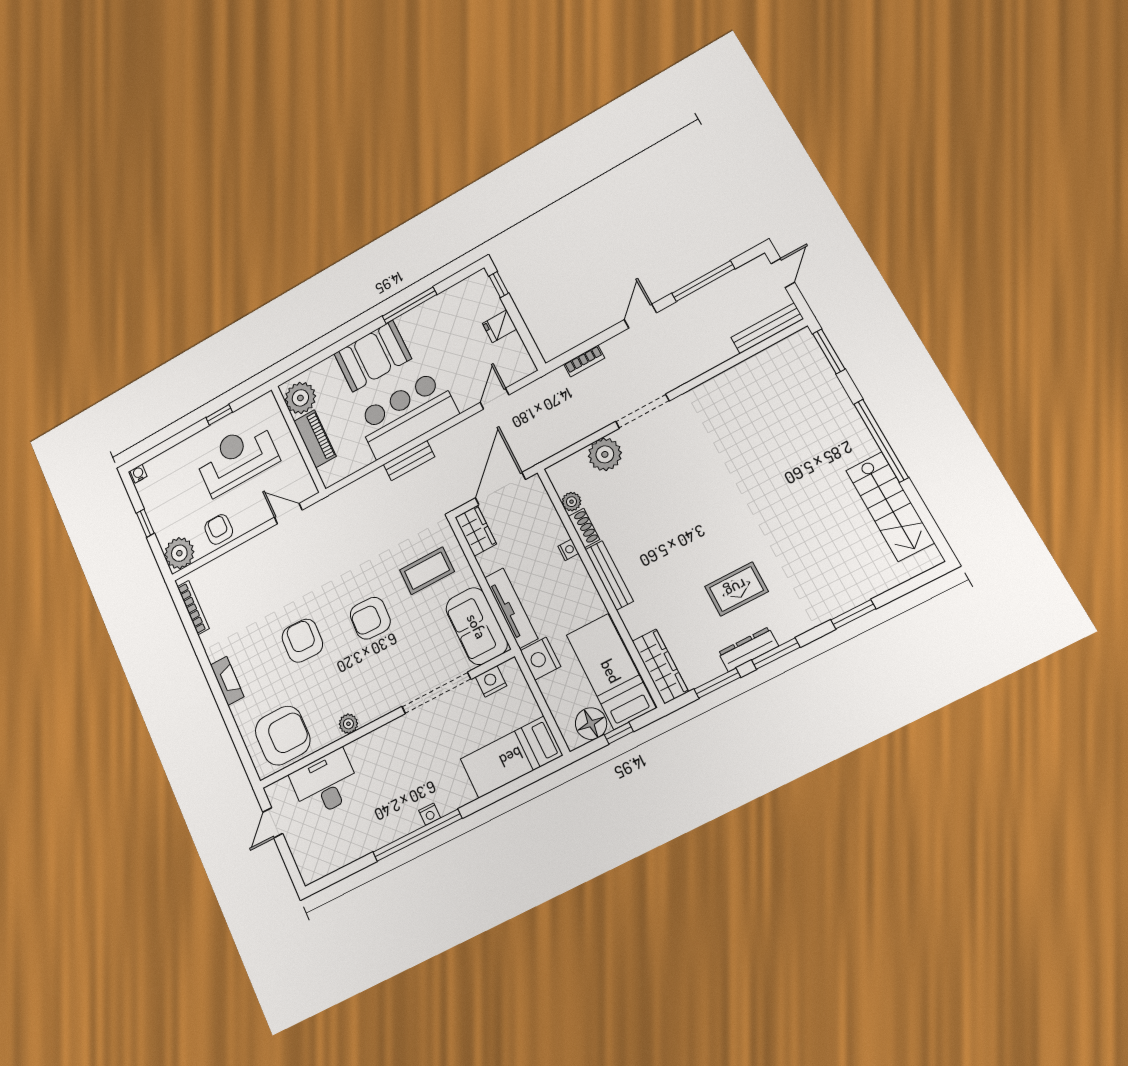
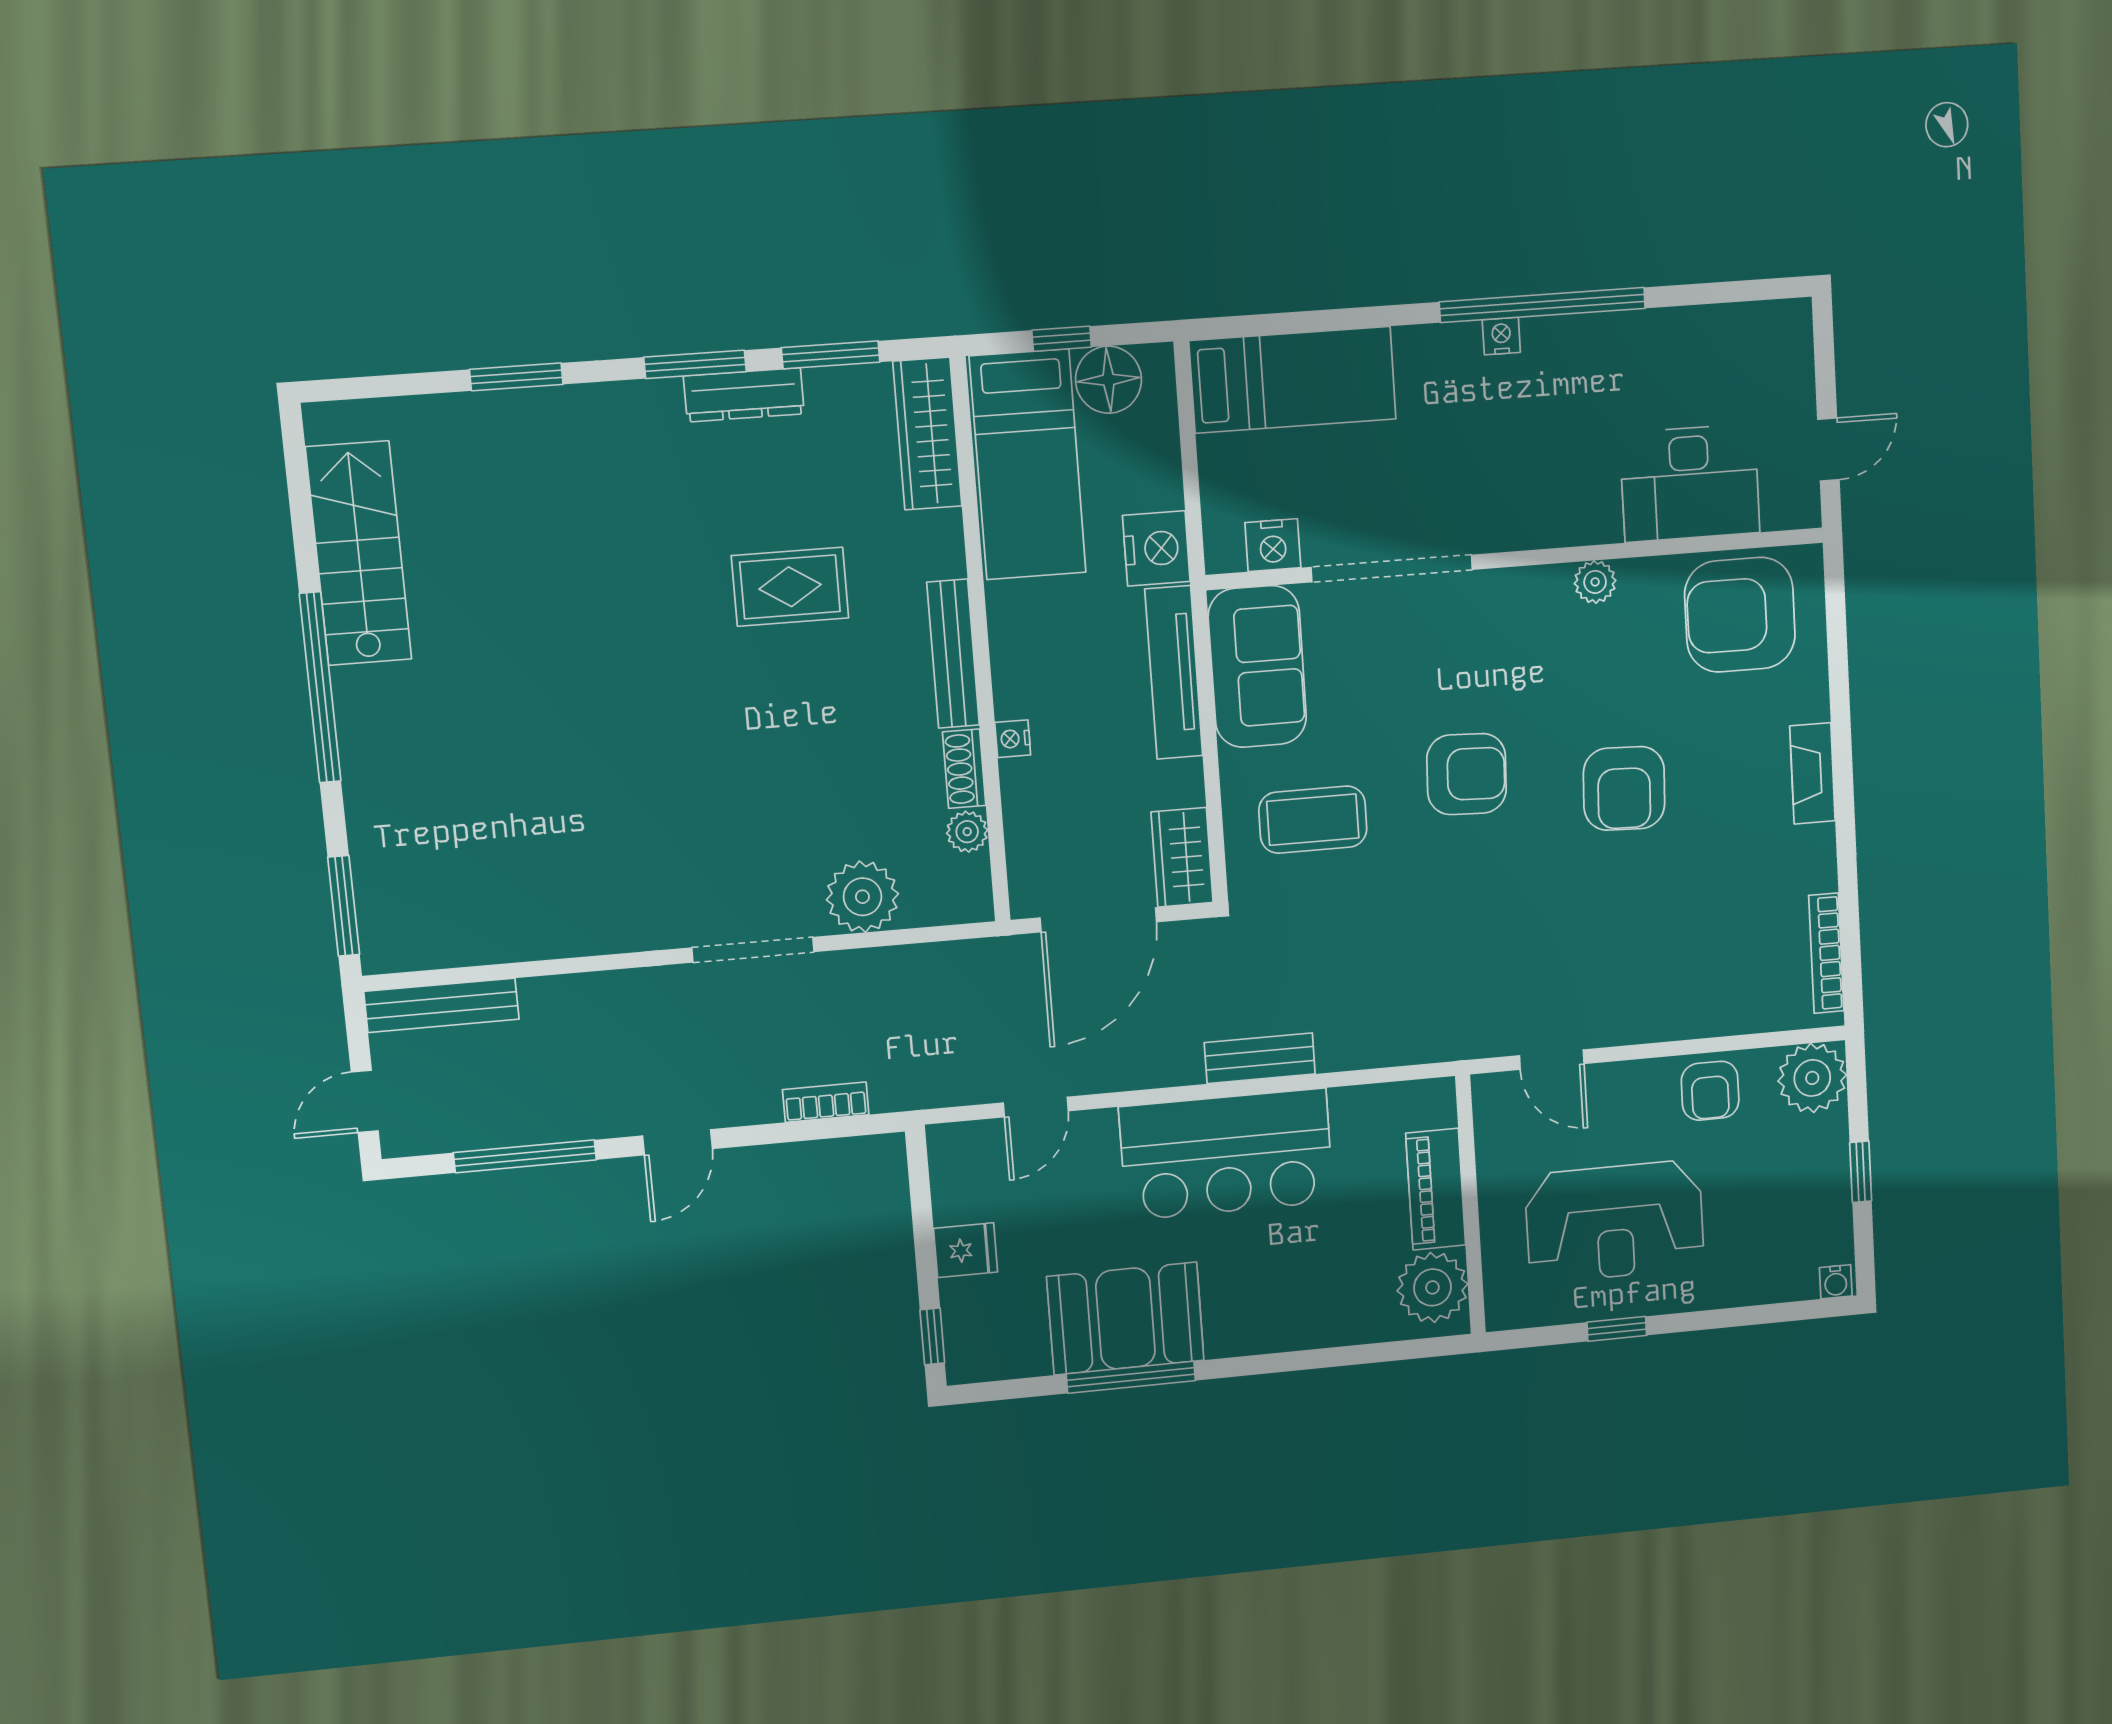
booth: (373, 356) -> (1125, 1319), moved
rug: (736, 589) -> (790, 587), moved

